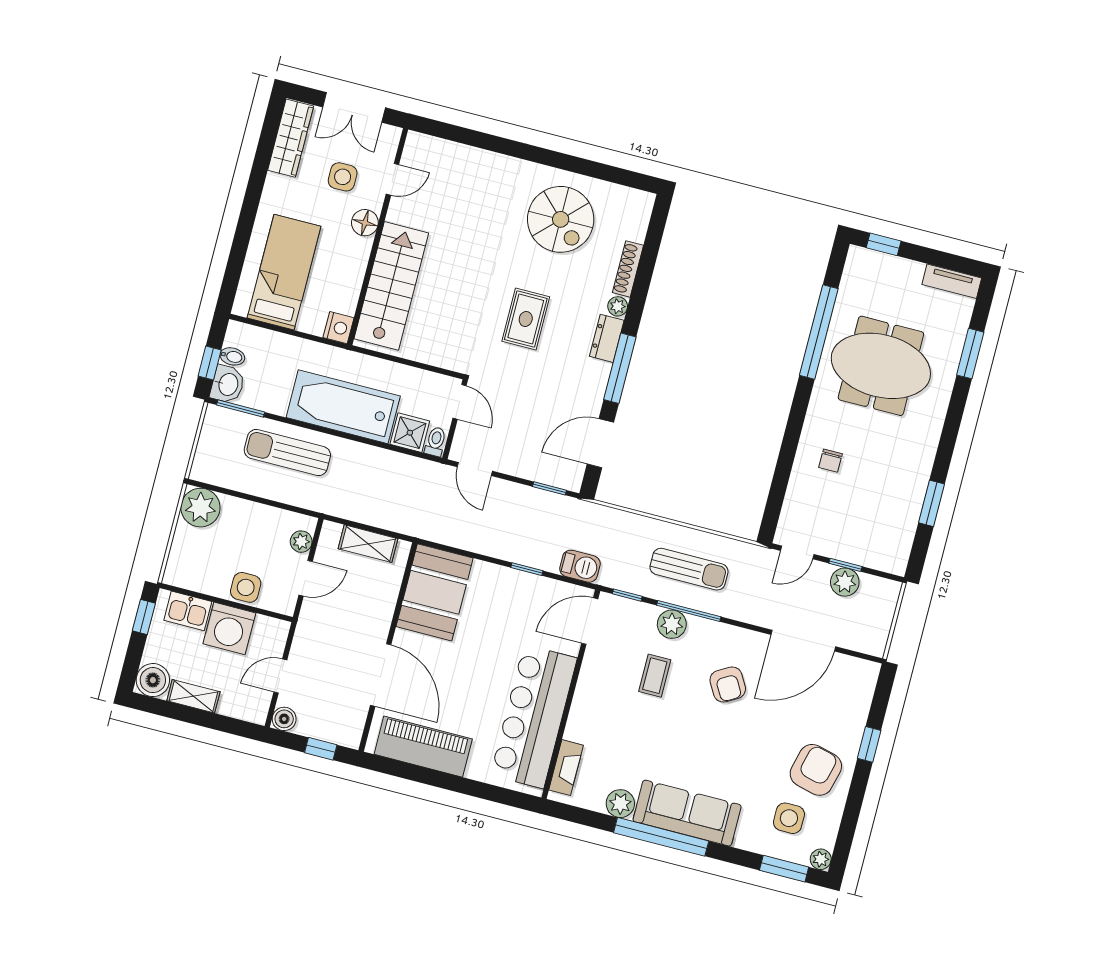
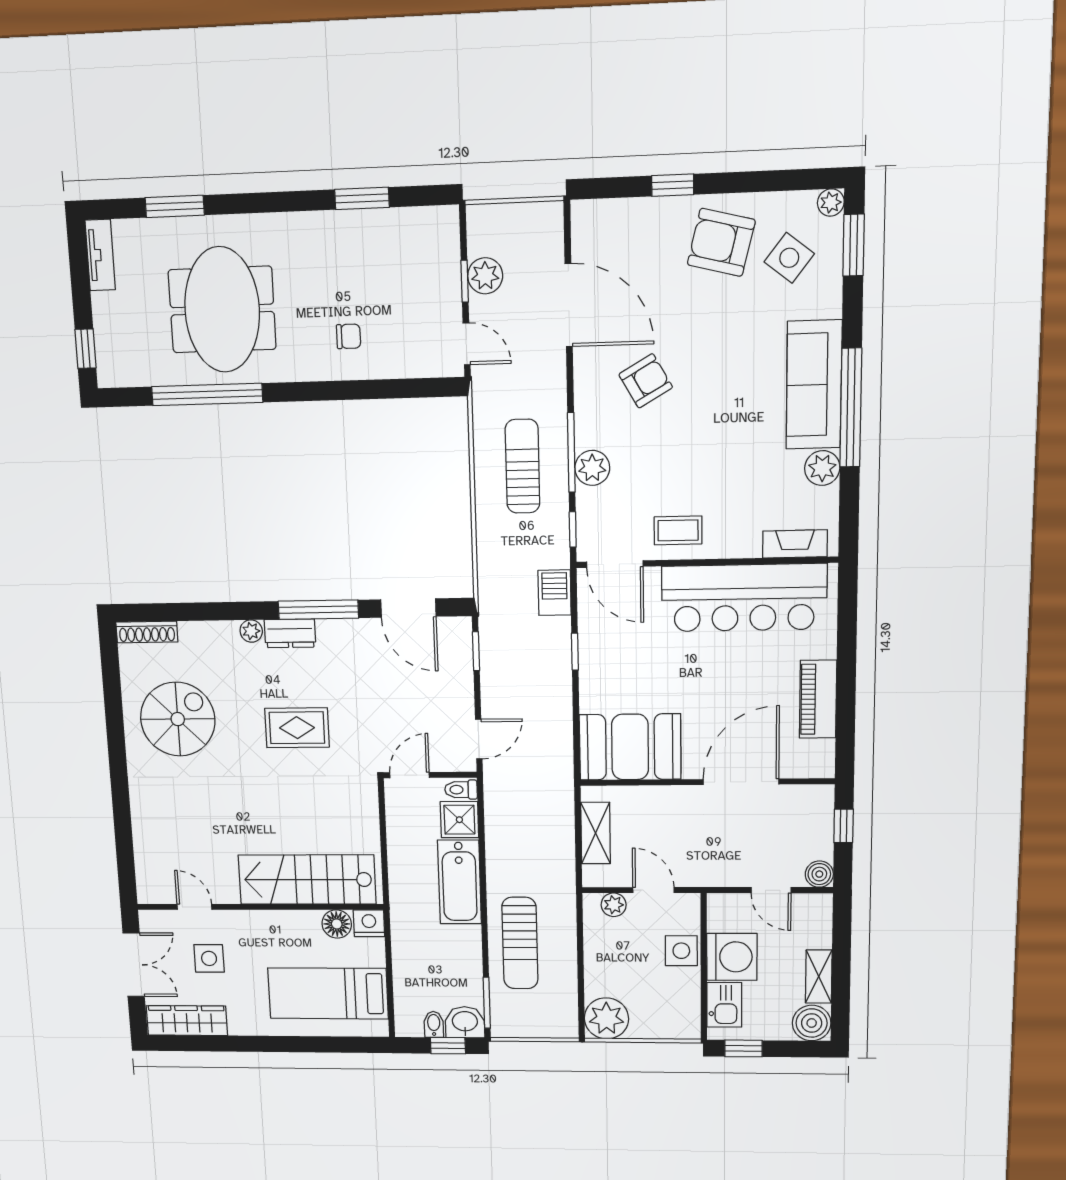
floor lamp: (365, 223) -> (337, 924), moved
shoe rack: (628, 269) -> (147, 632), moved
bathtub: (343, 407) -> (459, 882), width x0.73, depth x0.73
coffee table: (655, 676) -> (678, 530), moved
piano: (423, 747) -> (818, 699), width x0.73, depth x0.75
side table: (789, 818) -> (789, 258), turned 38

